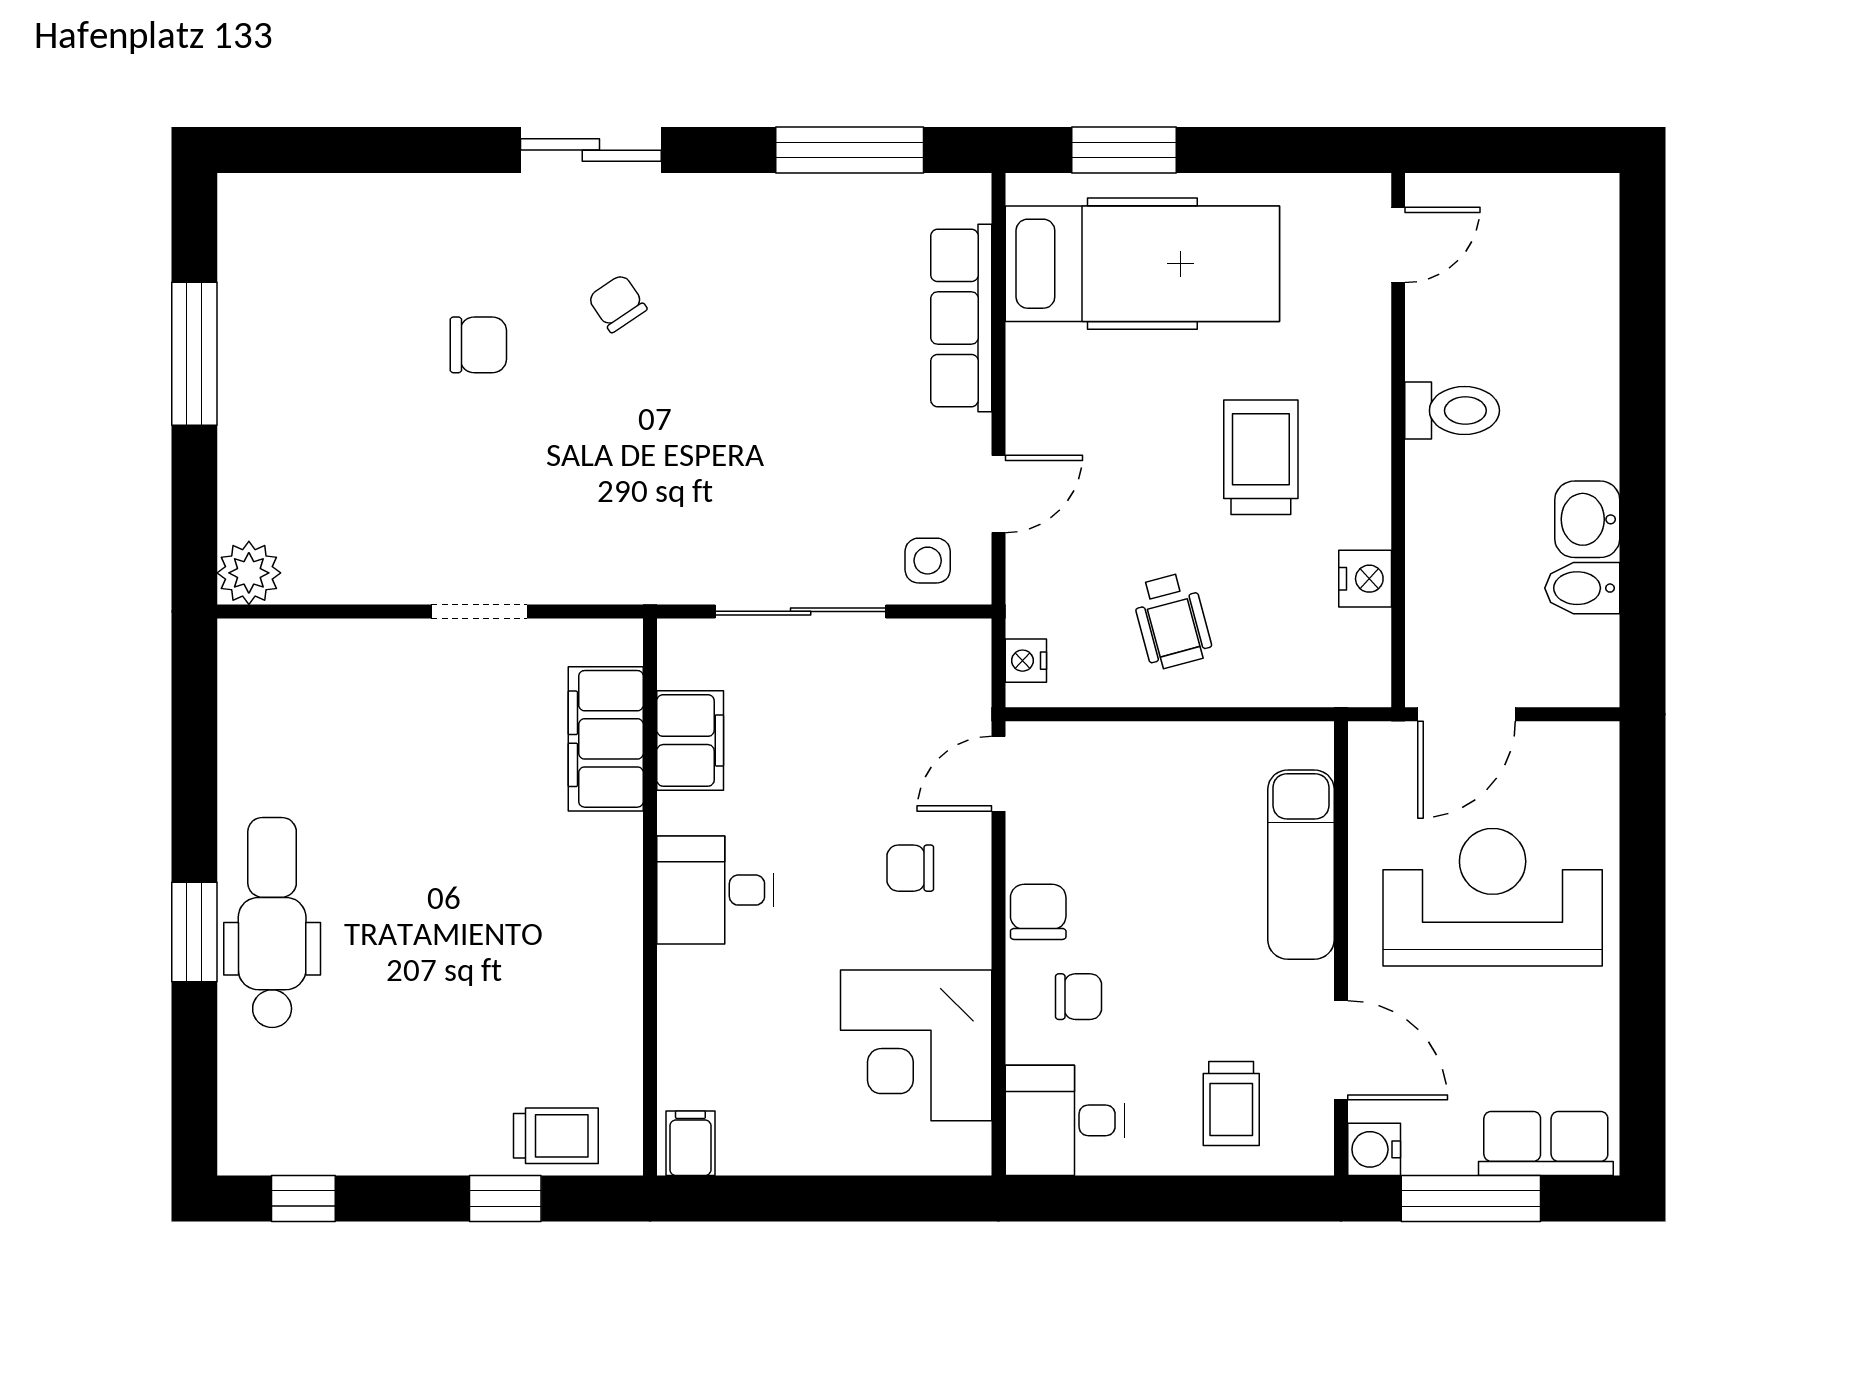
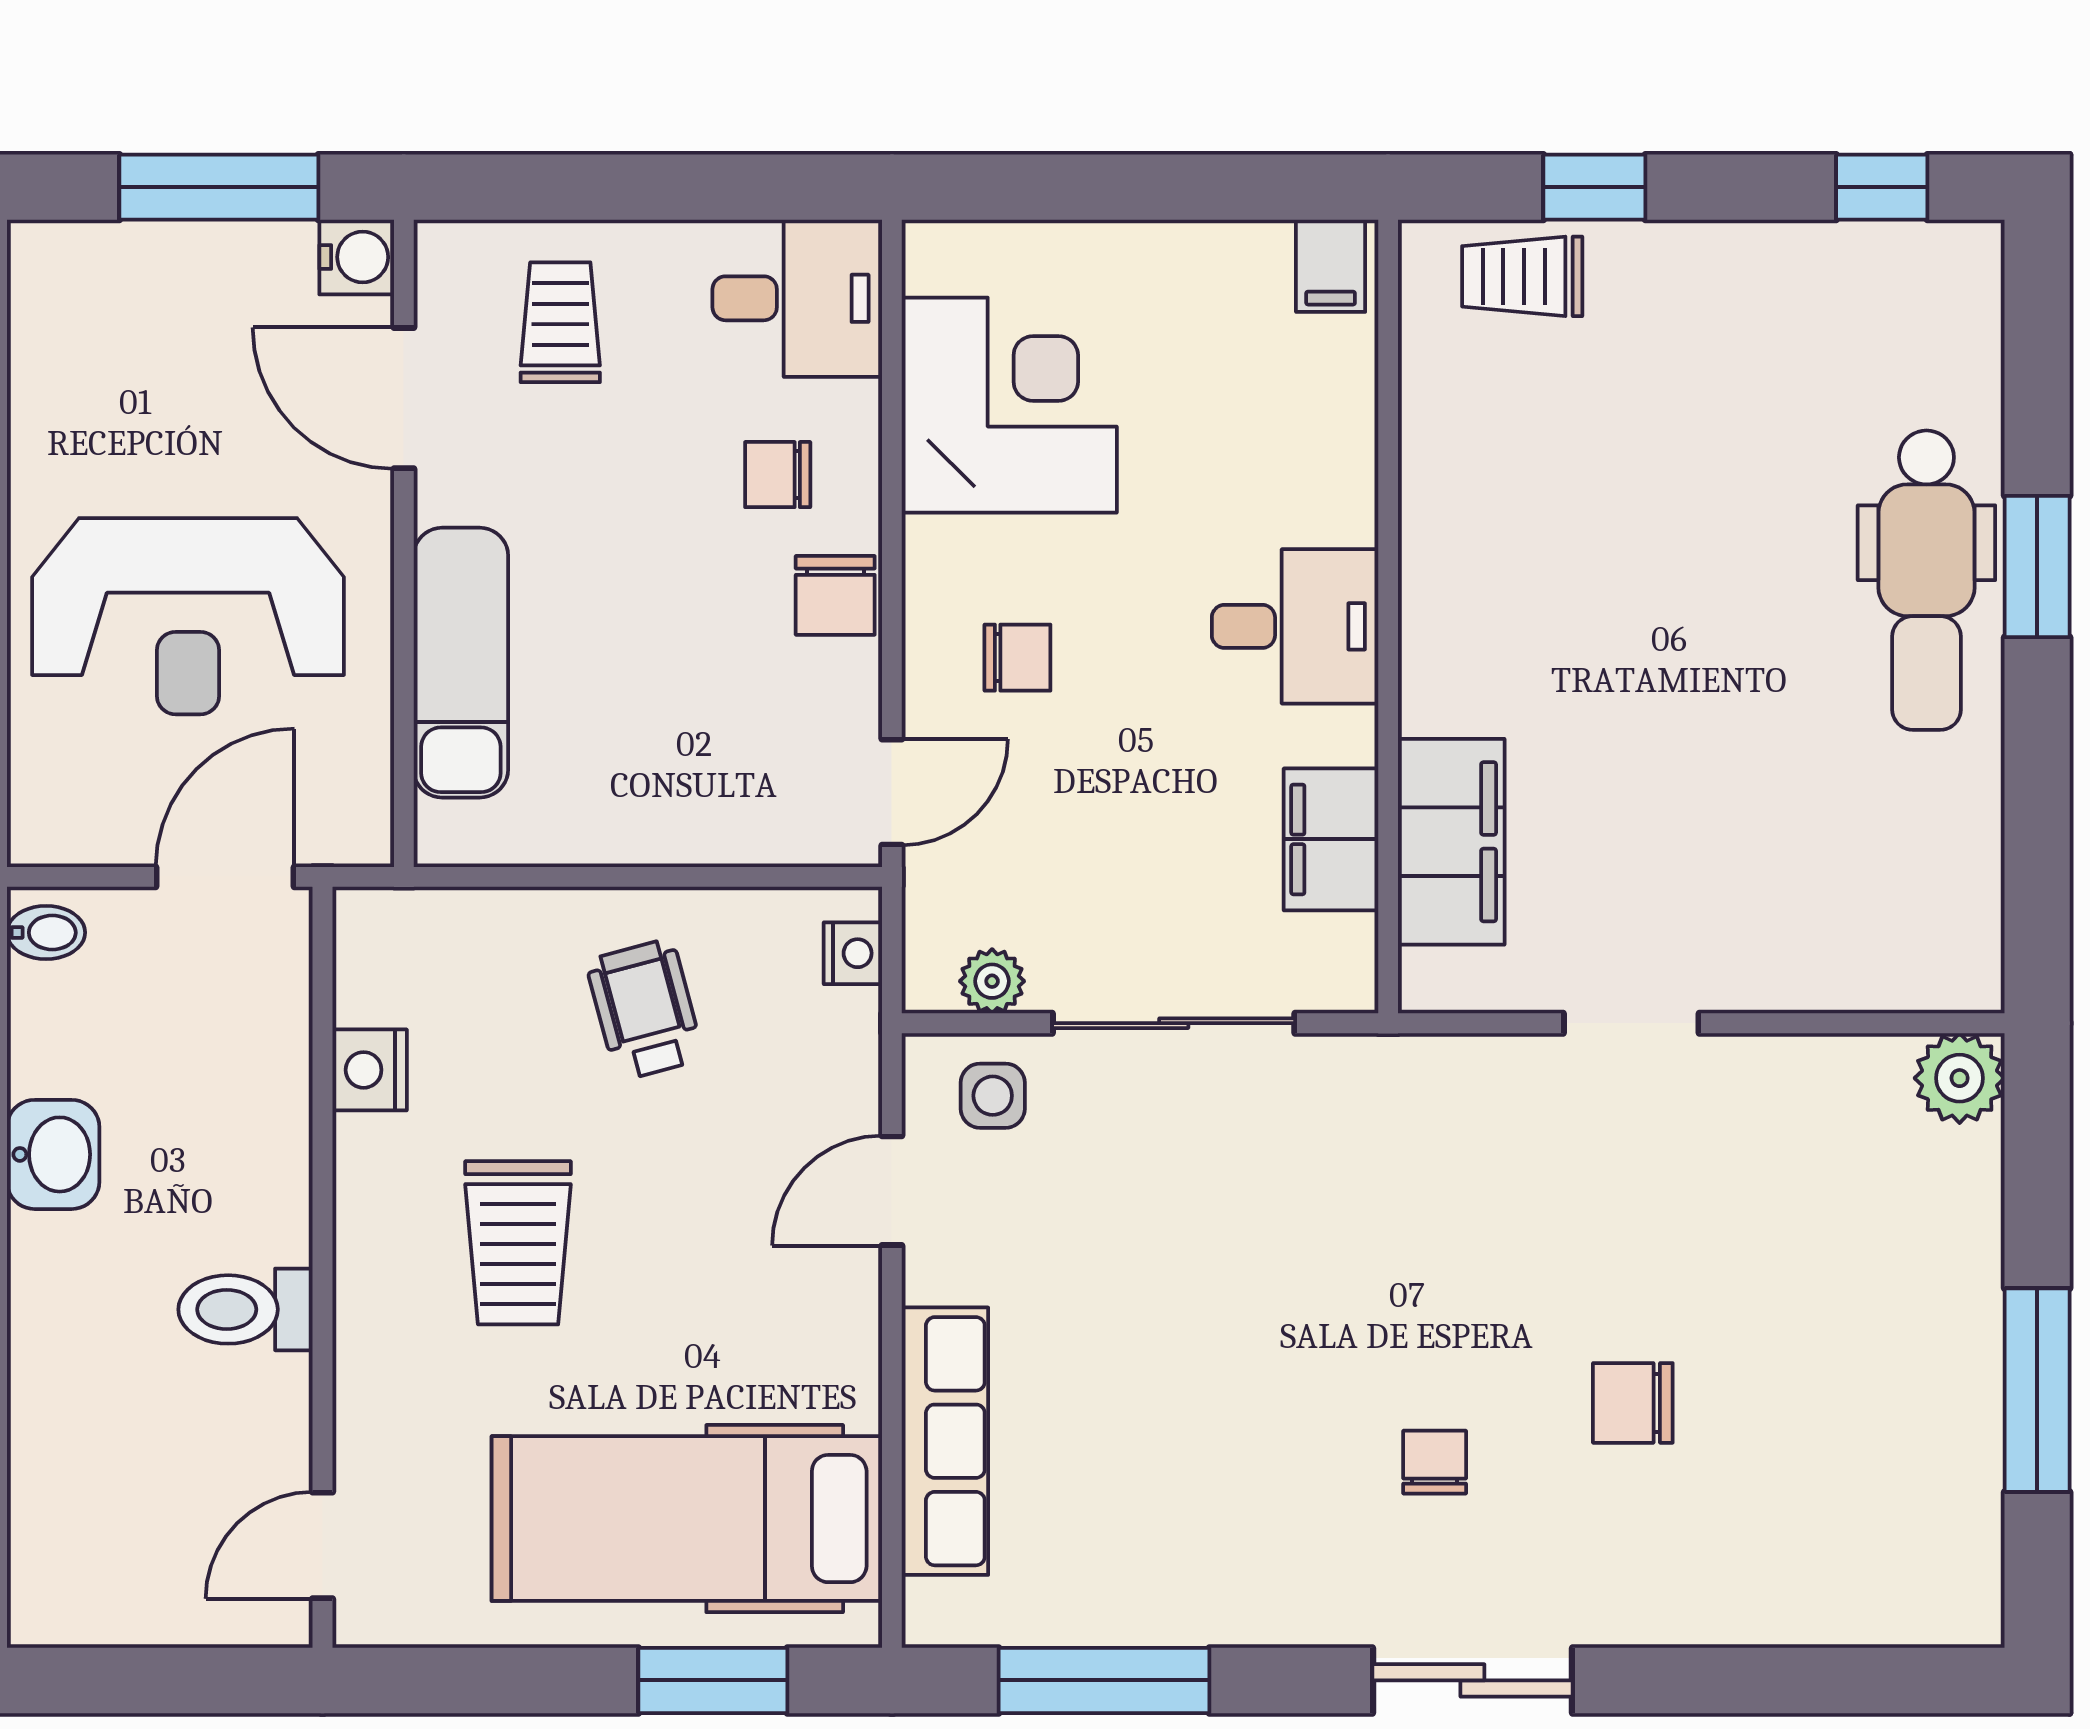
chair: (617, 303) -> (1435, 1462), turned -146
bidet: (1582, 588) -> (46, 933), moved, width x0.72, depth x0.74
plant: (928, 641) -> (992, 981), added
row of seats: (1546, 1143) -> (112, 265), removed

